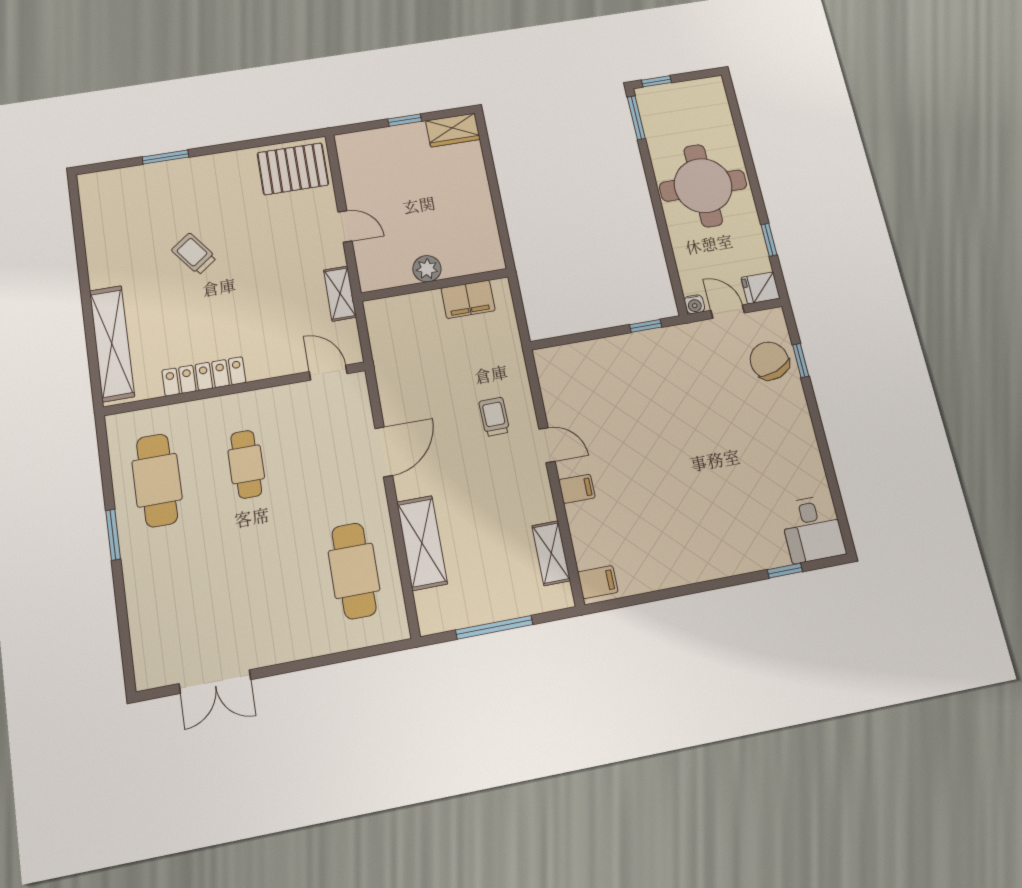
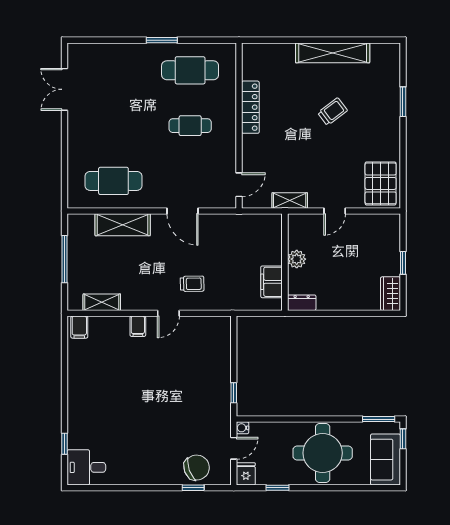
sofa: (691, 100) -> (385, 460), added
dresser: (491, 251) -> (302, 303), added
shelving: (112, 343) -> (333, 53), moved

